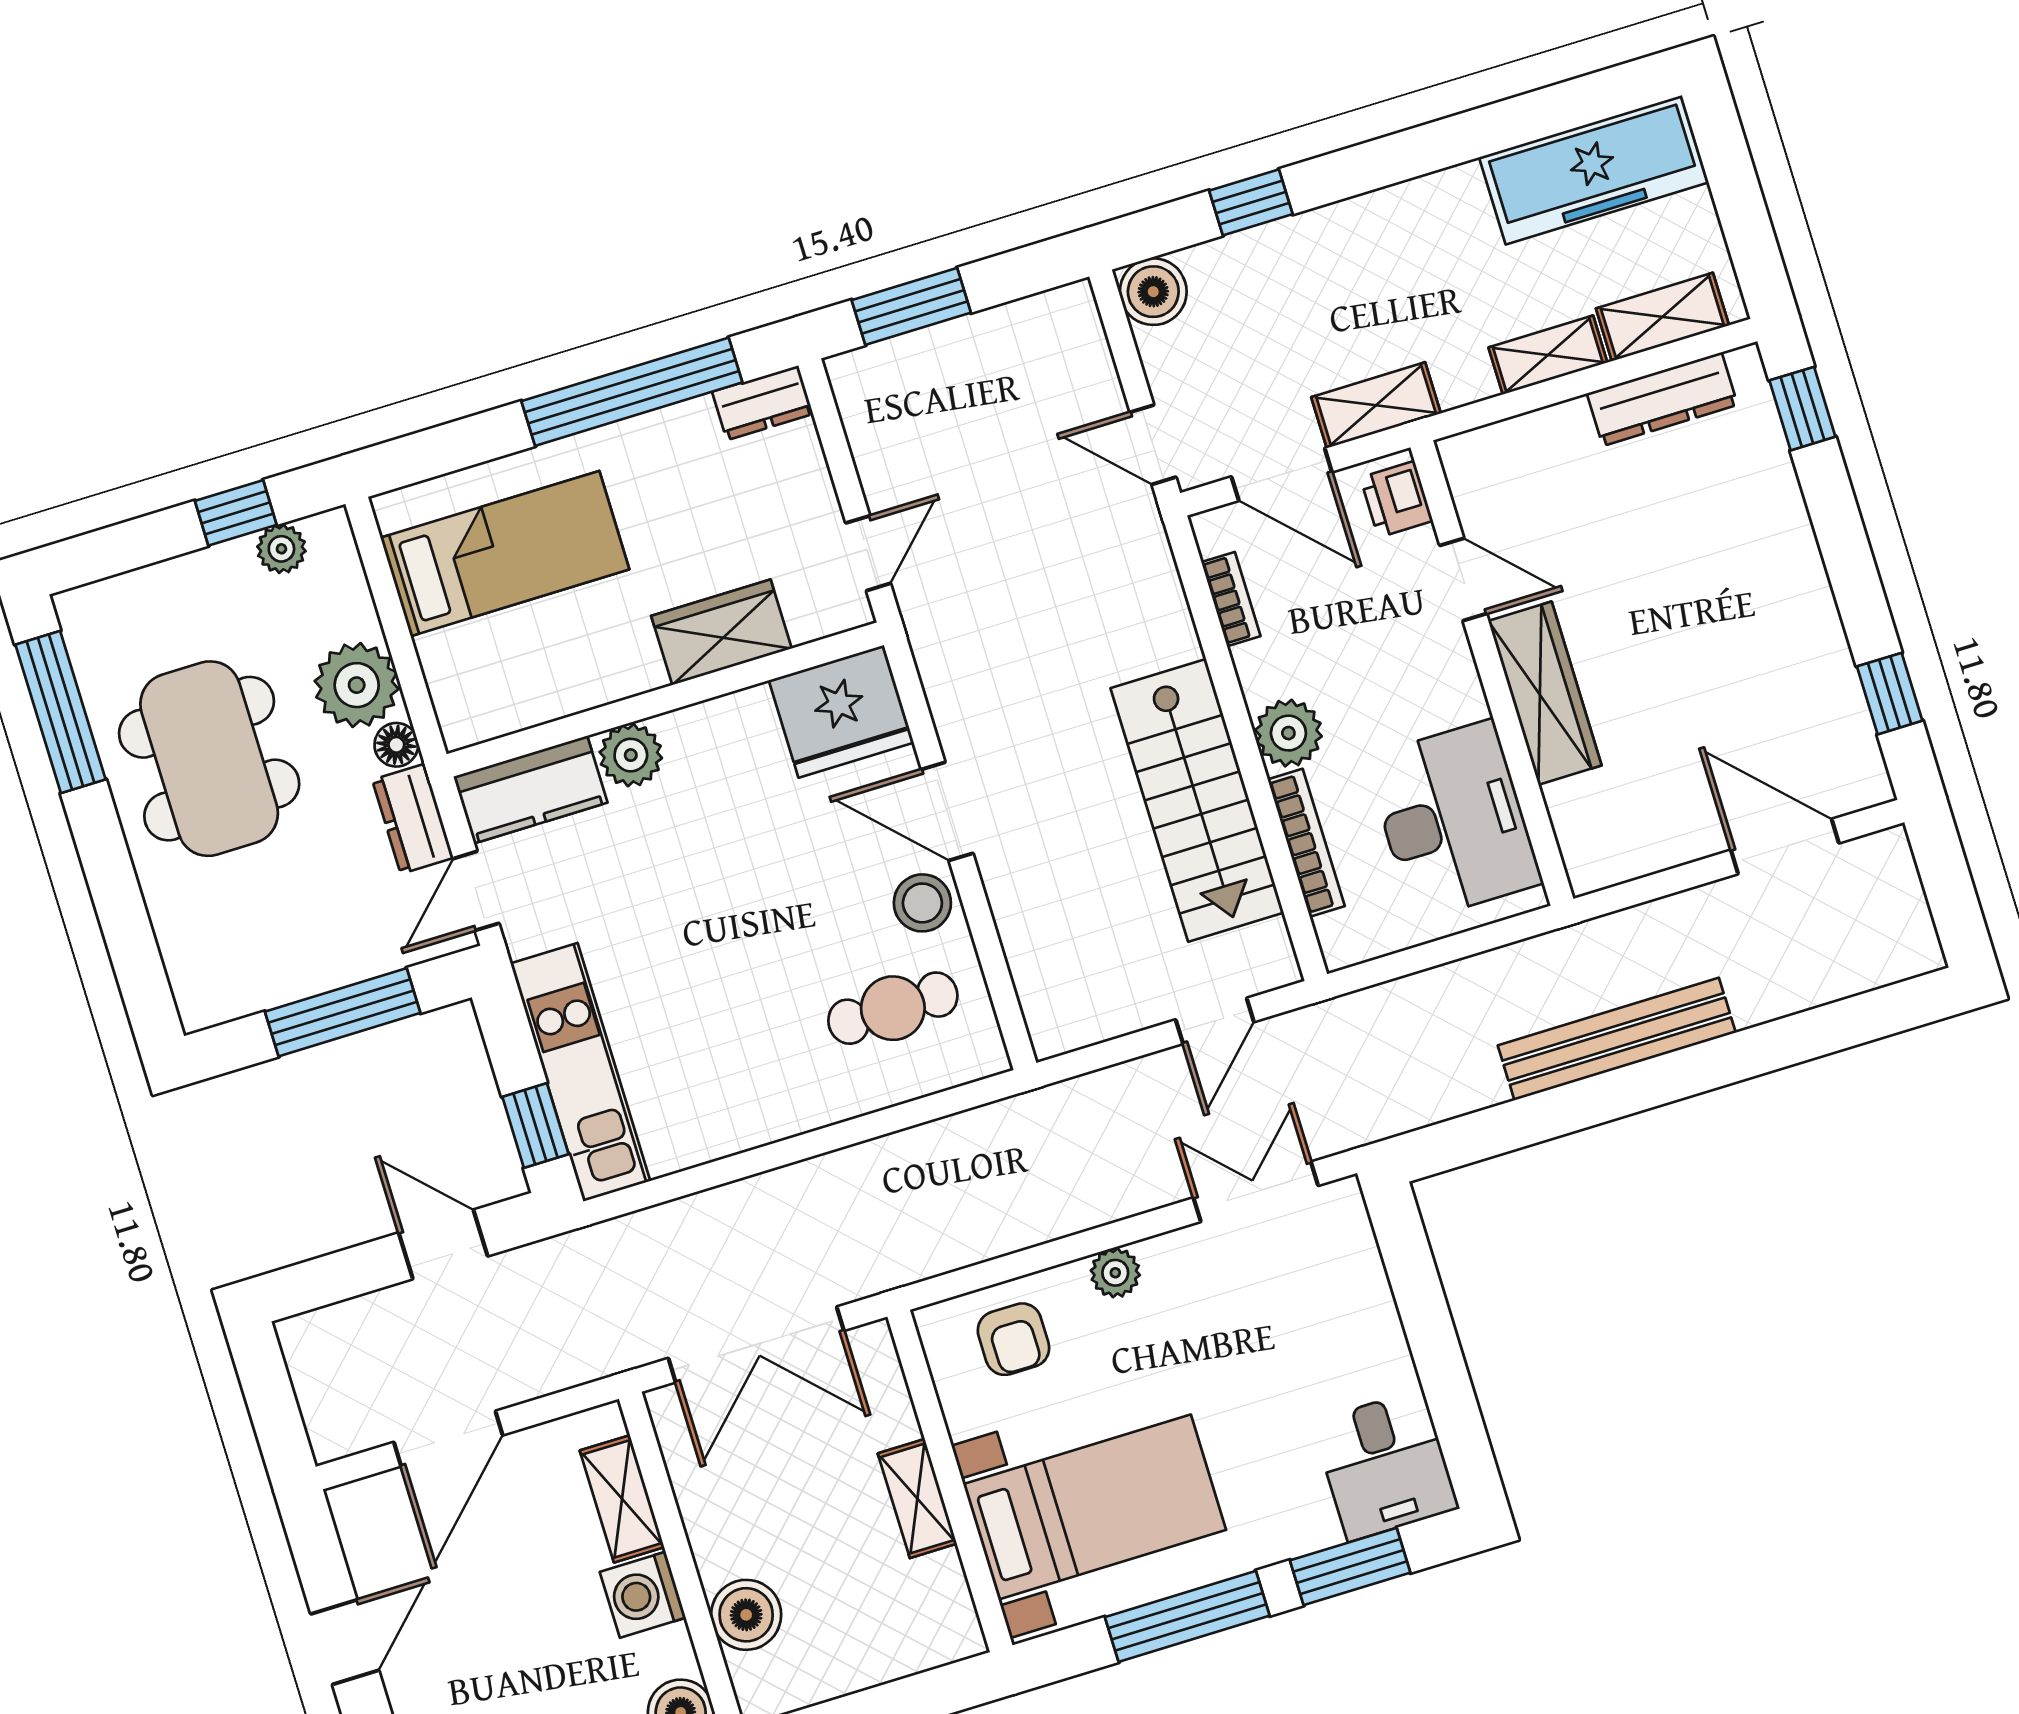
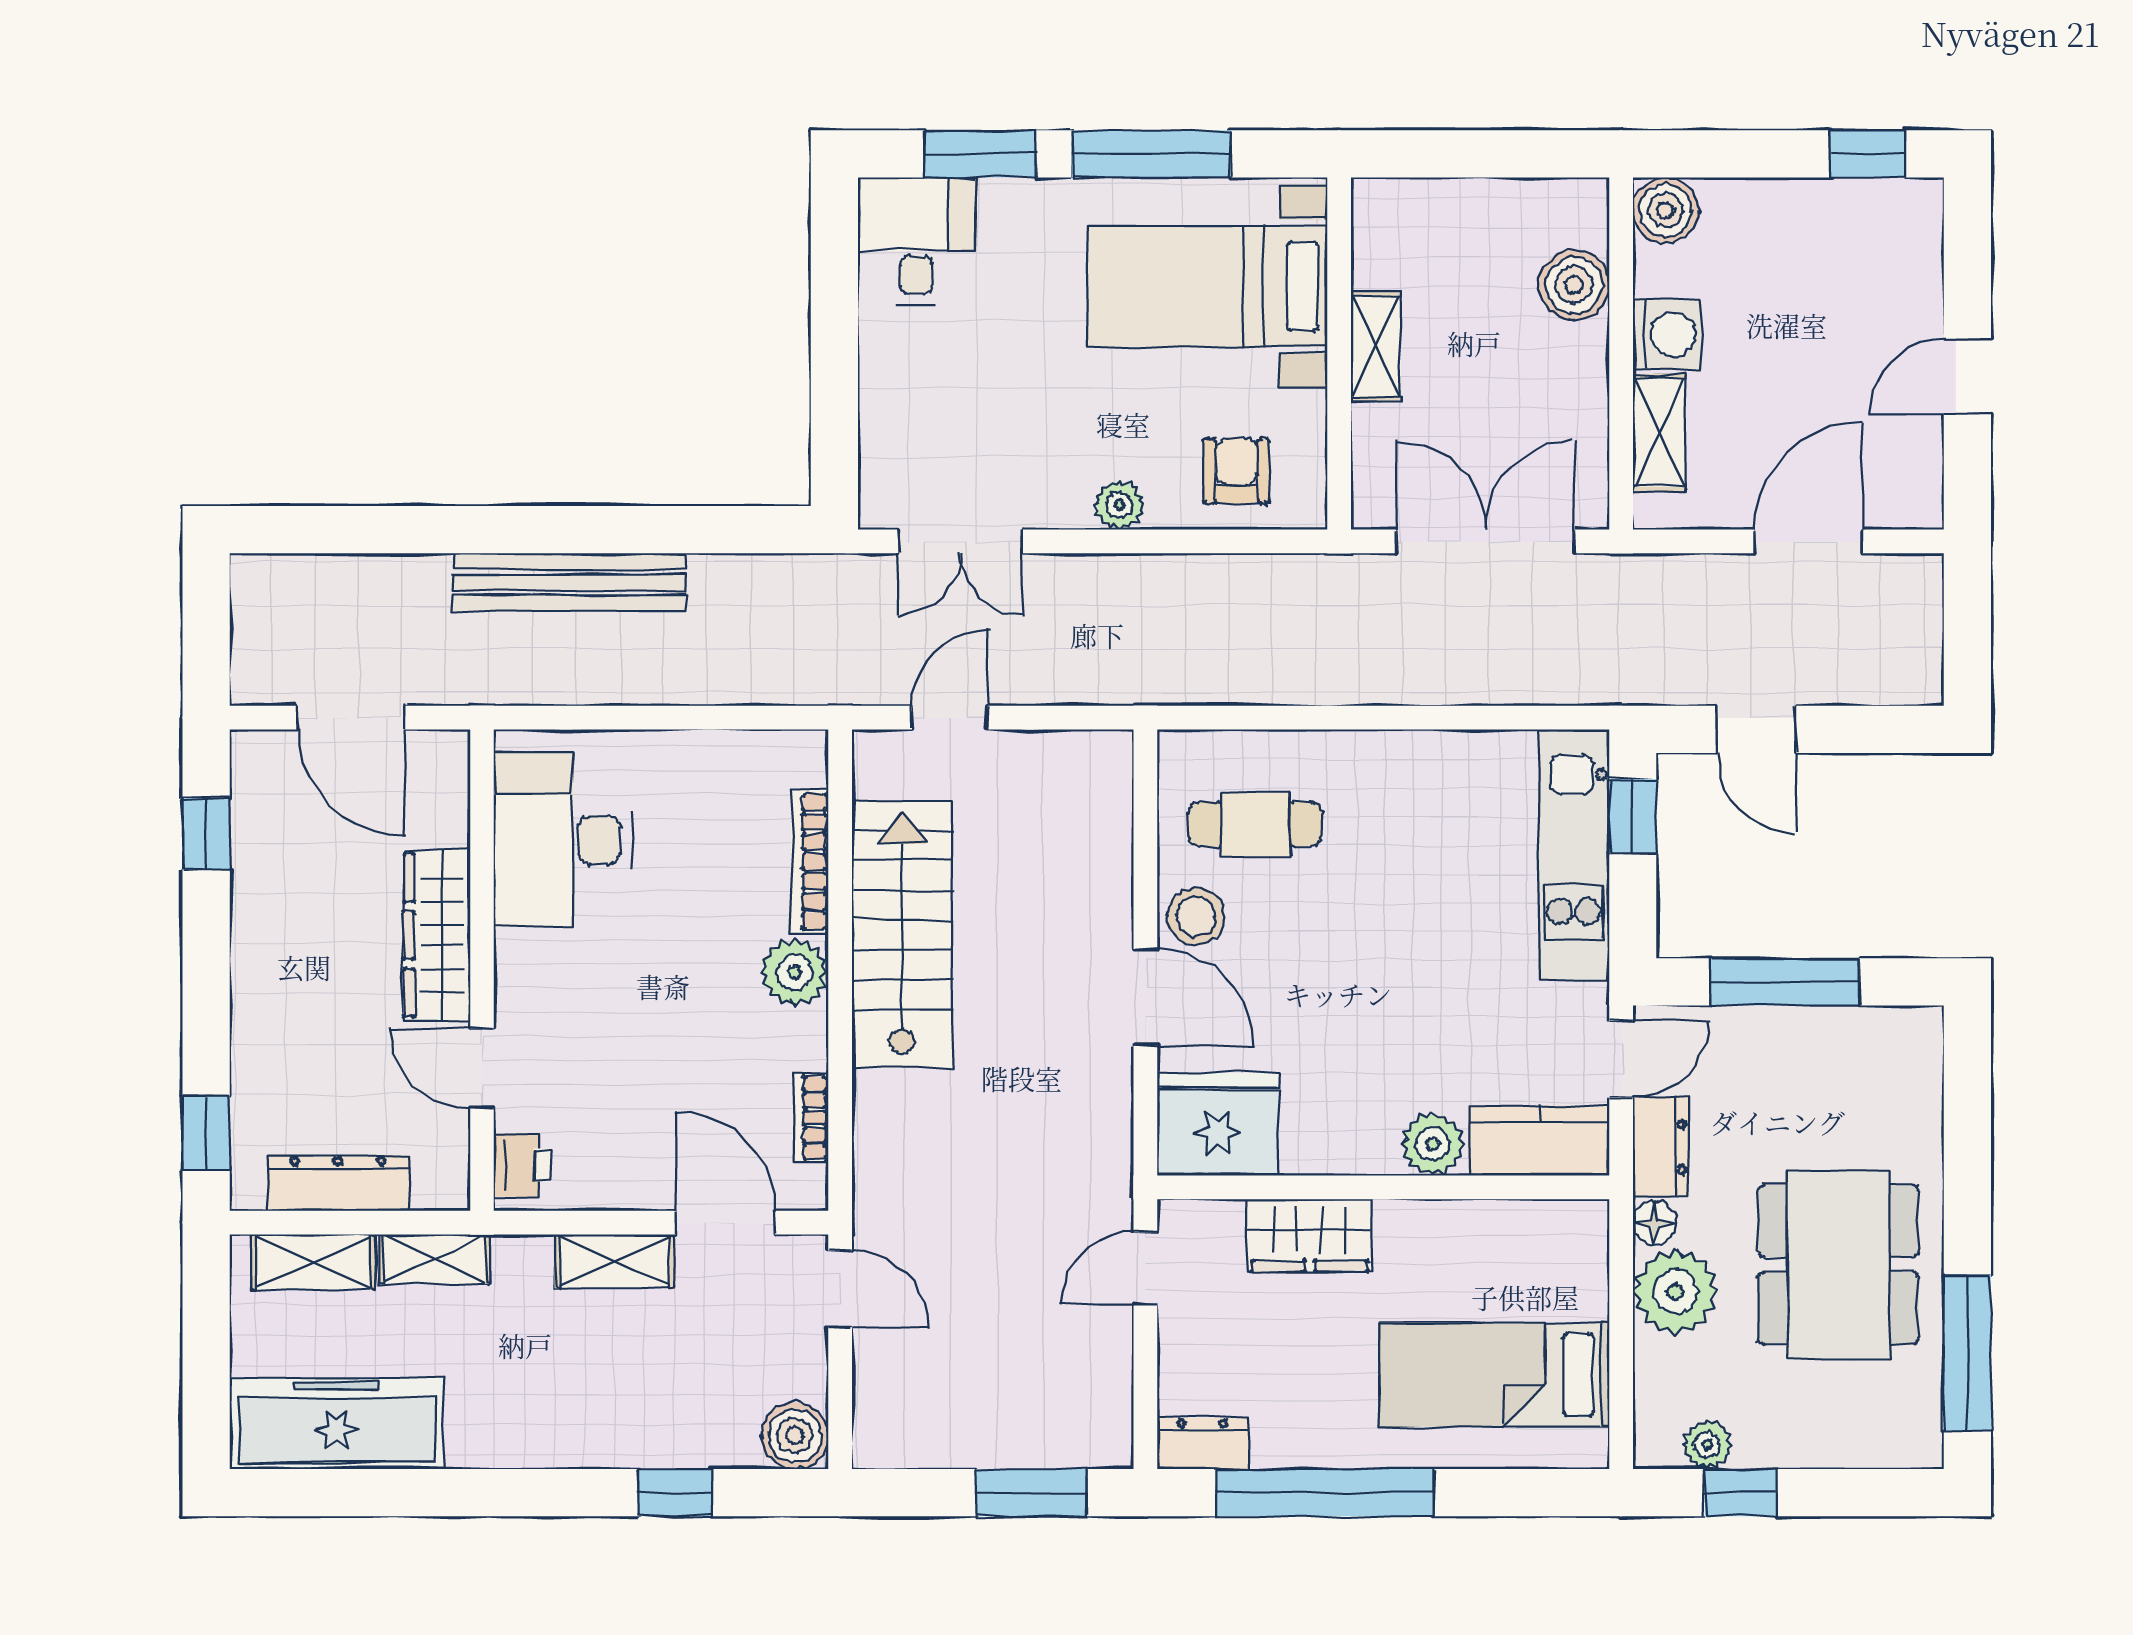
printer: (1397, 499) -> (522, 1165), moved
door: (1463, 580) -> (482, 1068), moved
wall: (1492, 673) -> (482, 970), moved
wardrobe: (1545, 693) -> (437, 935), moved
desk: (1453, 820) -> (562, 840), moved

